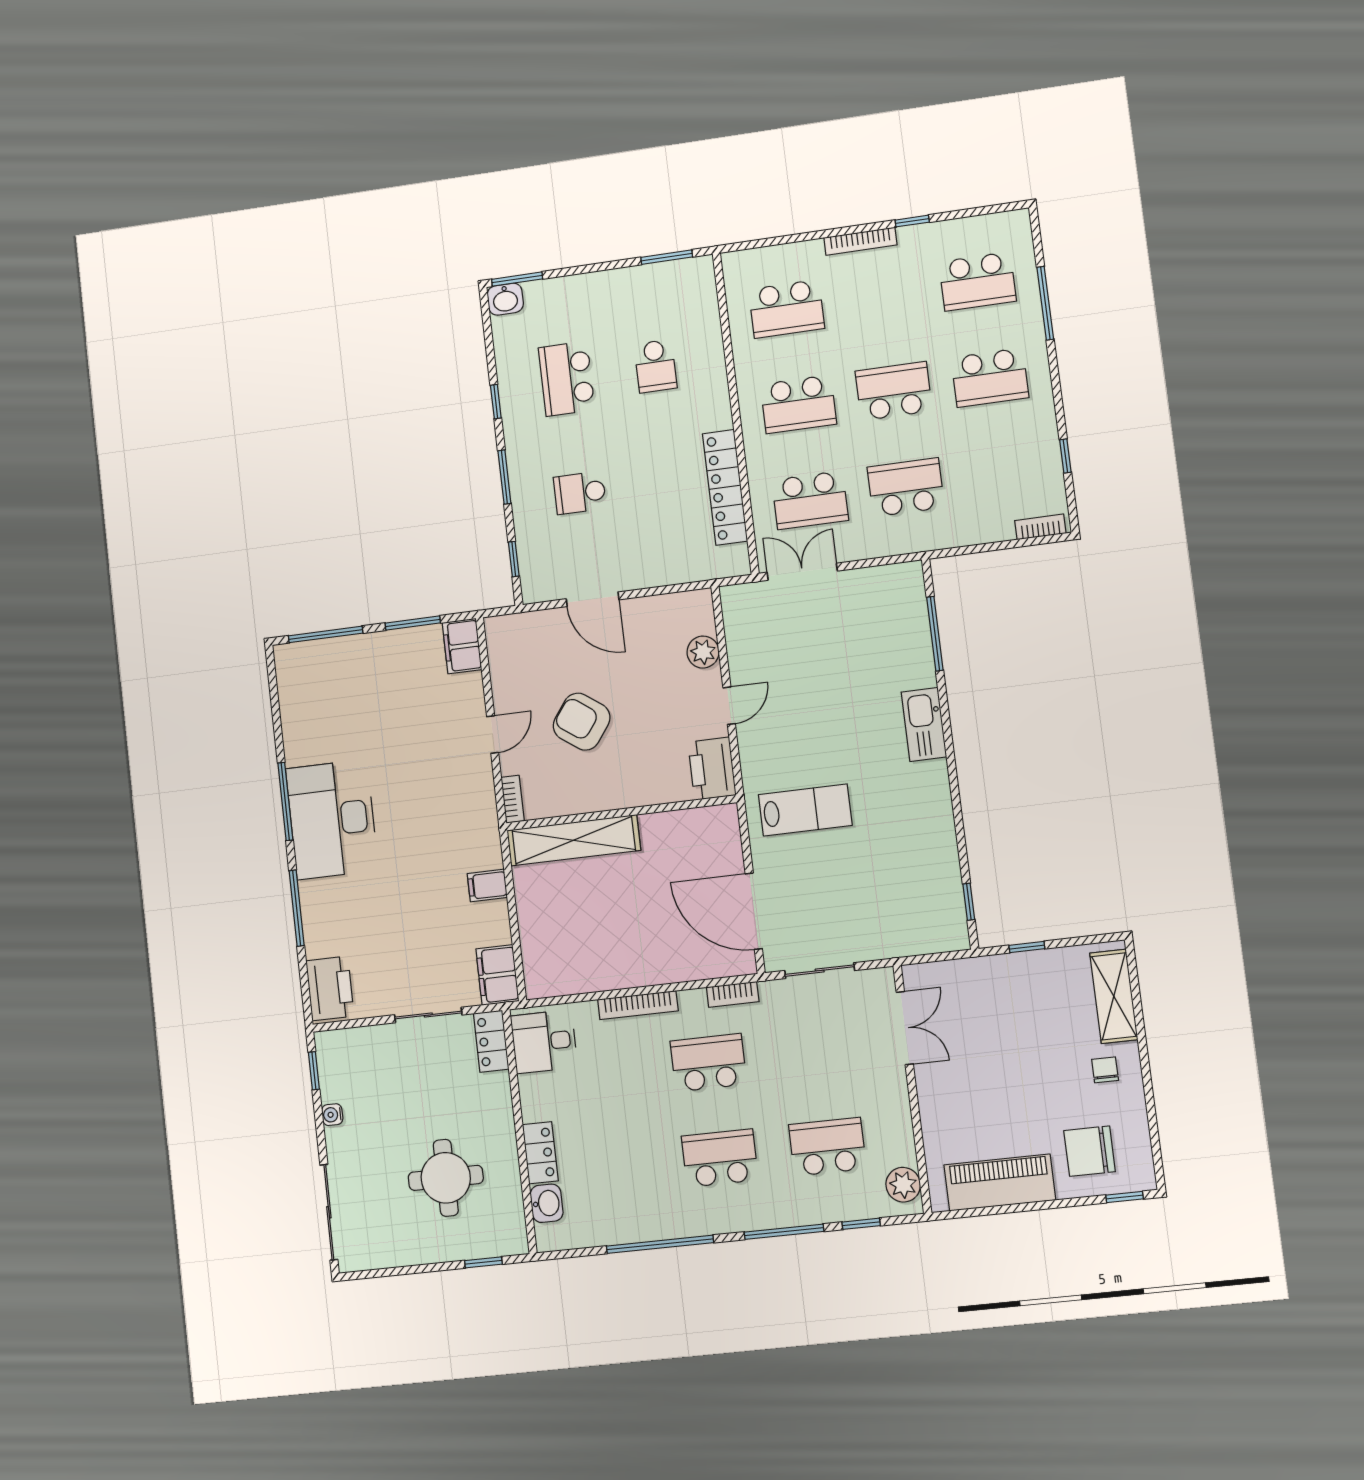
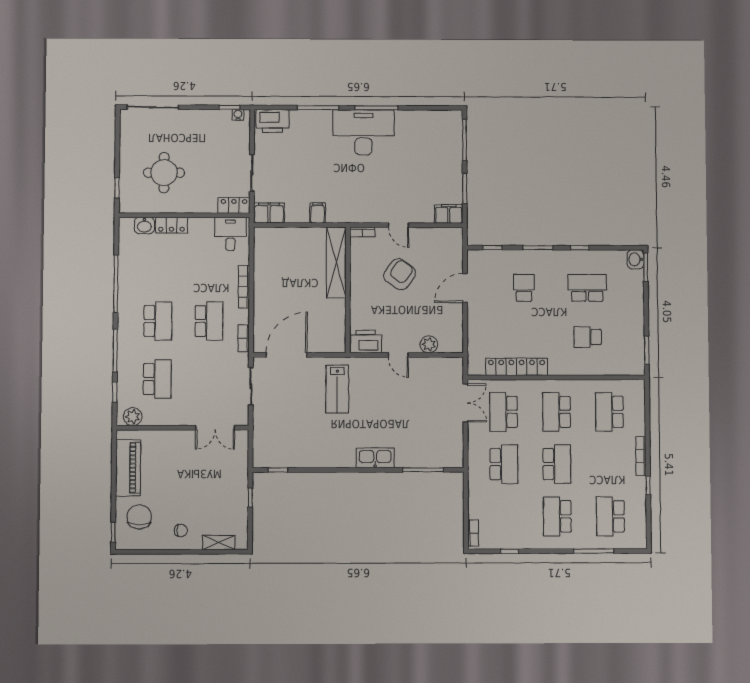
shelving: (1114, 996) -> (219, 543), width x0.67, depth x0.75
water cooler: (332, 1115) -> (238, 115), moved

